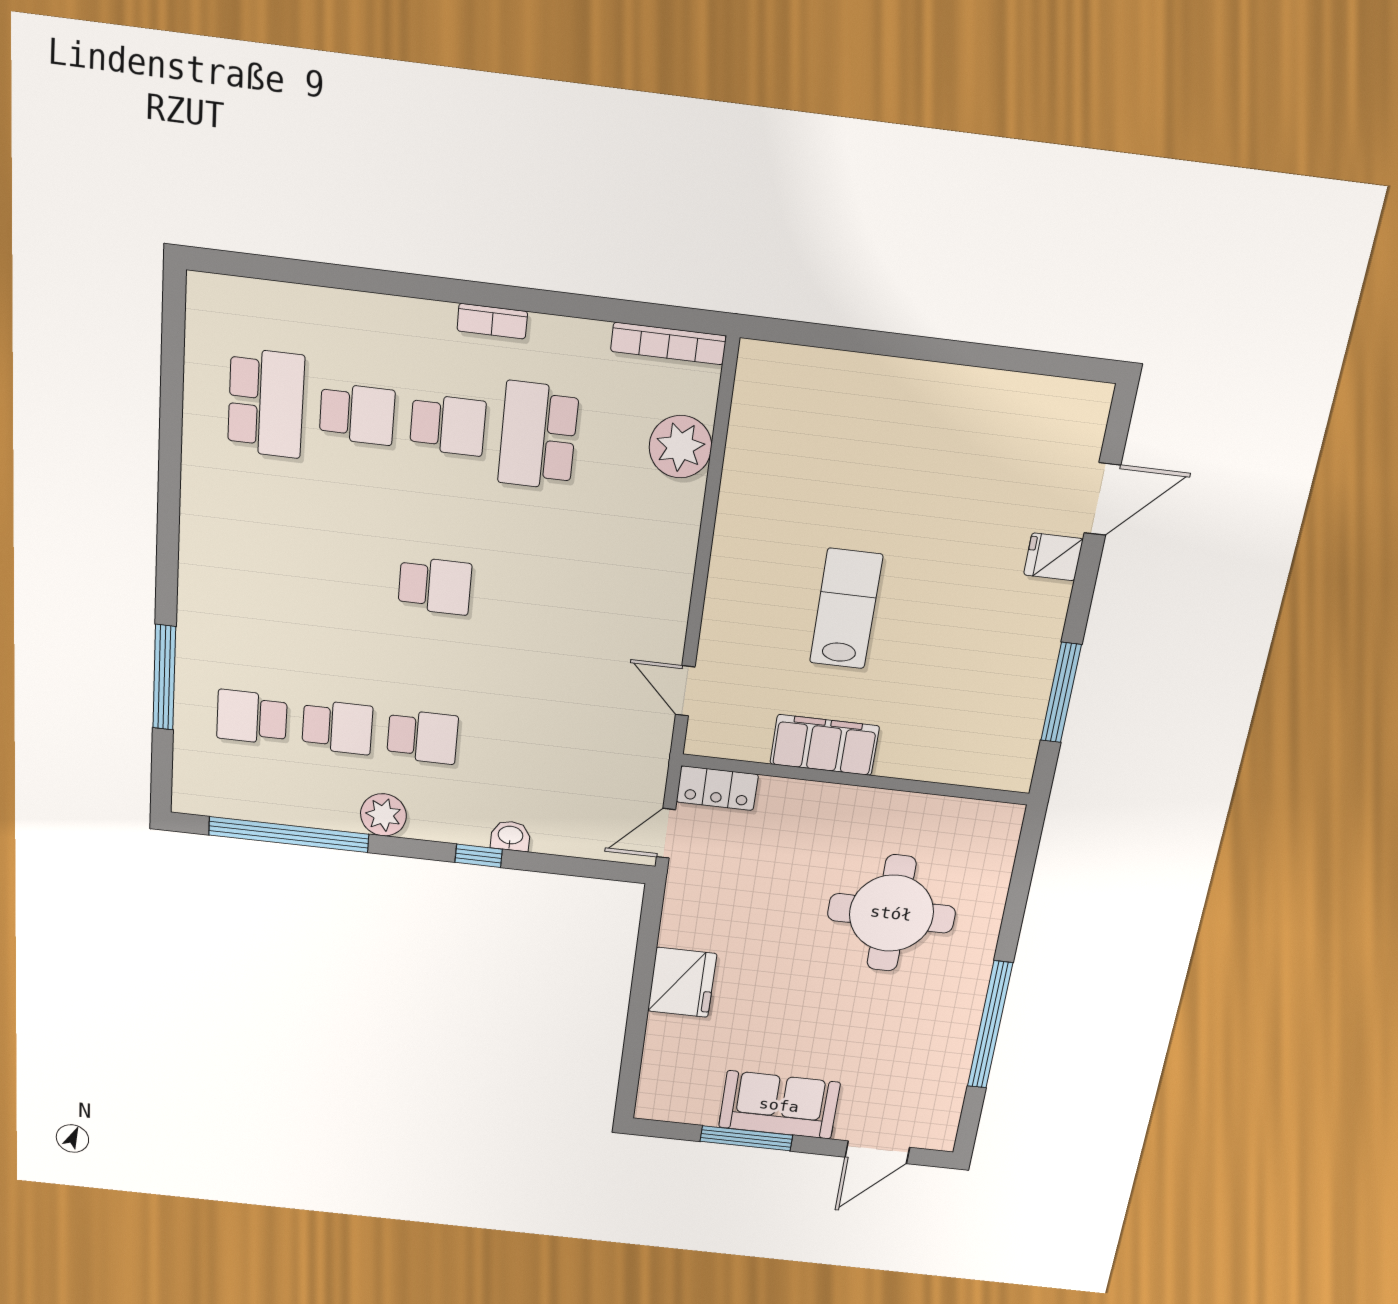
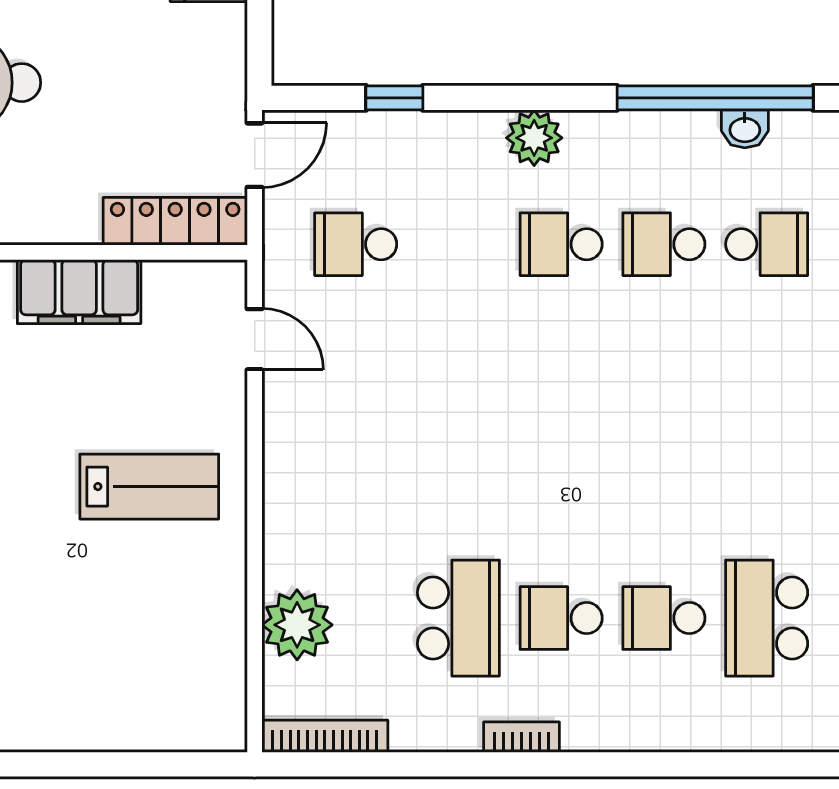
school desk: (435, 586) -> (356, 244), moved
lab bench: (846, 609) -> (149, 487), moved, turned -90
locker: (717, 788) -> (175, 221), width x1.53
plant: (383, 815) -> (534, 138), moved
washbasin: (510, 836) -> (745, 129), moved
window: (479, 856) -> (394, 98), moved

